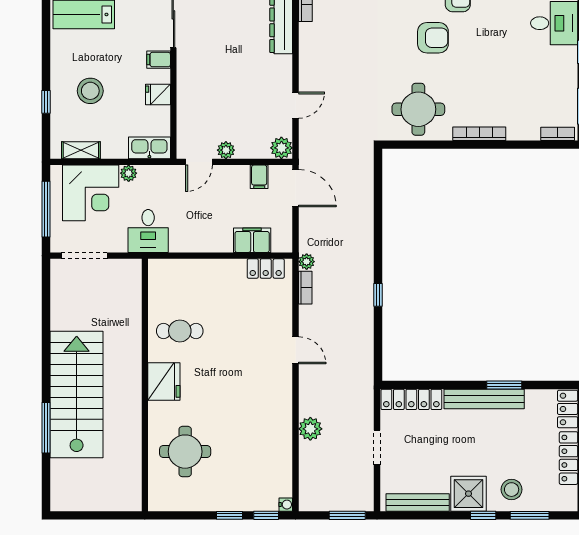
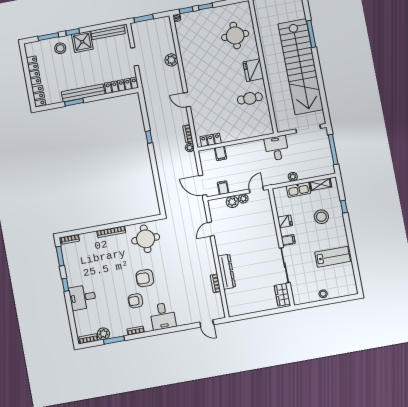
kitchen sink: (149, 148) -> (298, 190), moved
plant: (281, 148) -> (232, 202), moved
corner desk: (91, 193) -> (311, 163), removed
filing cabinet: (252, 240) -> (221, 153), width x0.50
stairs: (77, 395) -> (301, 67), width x1.36

